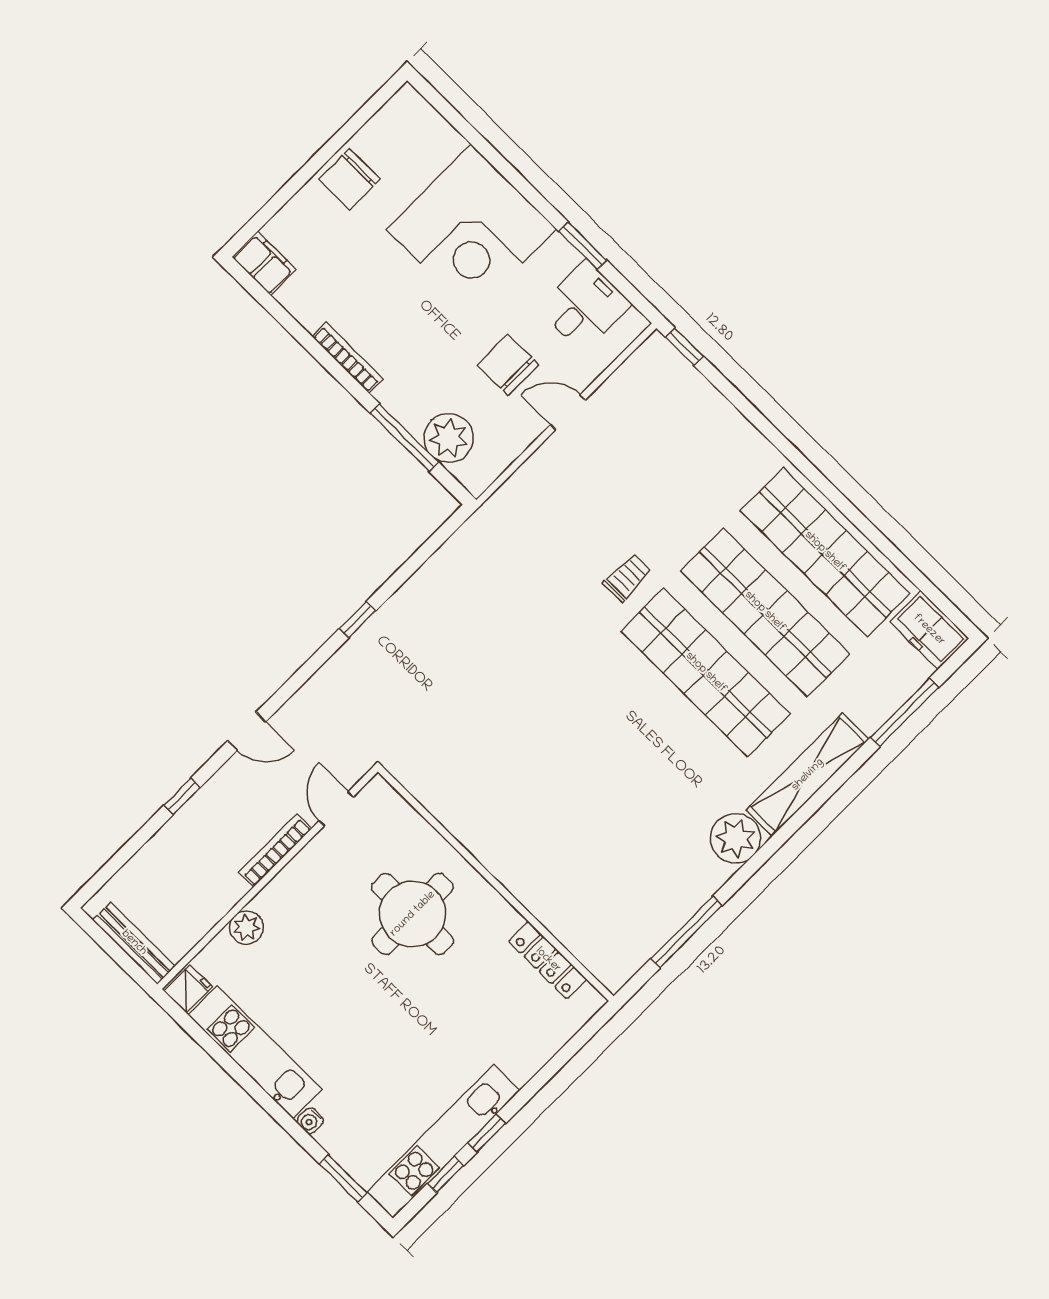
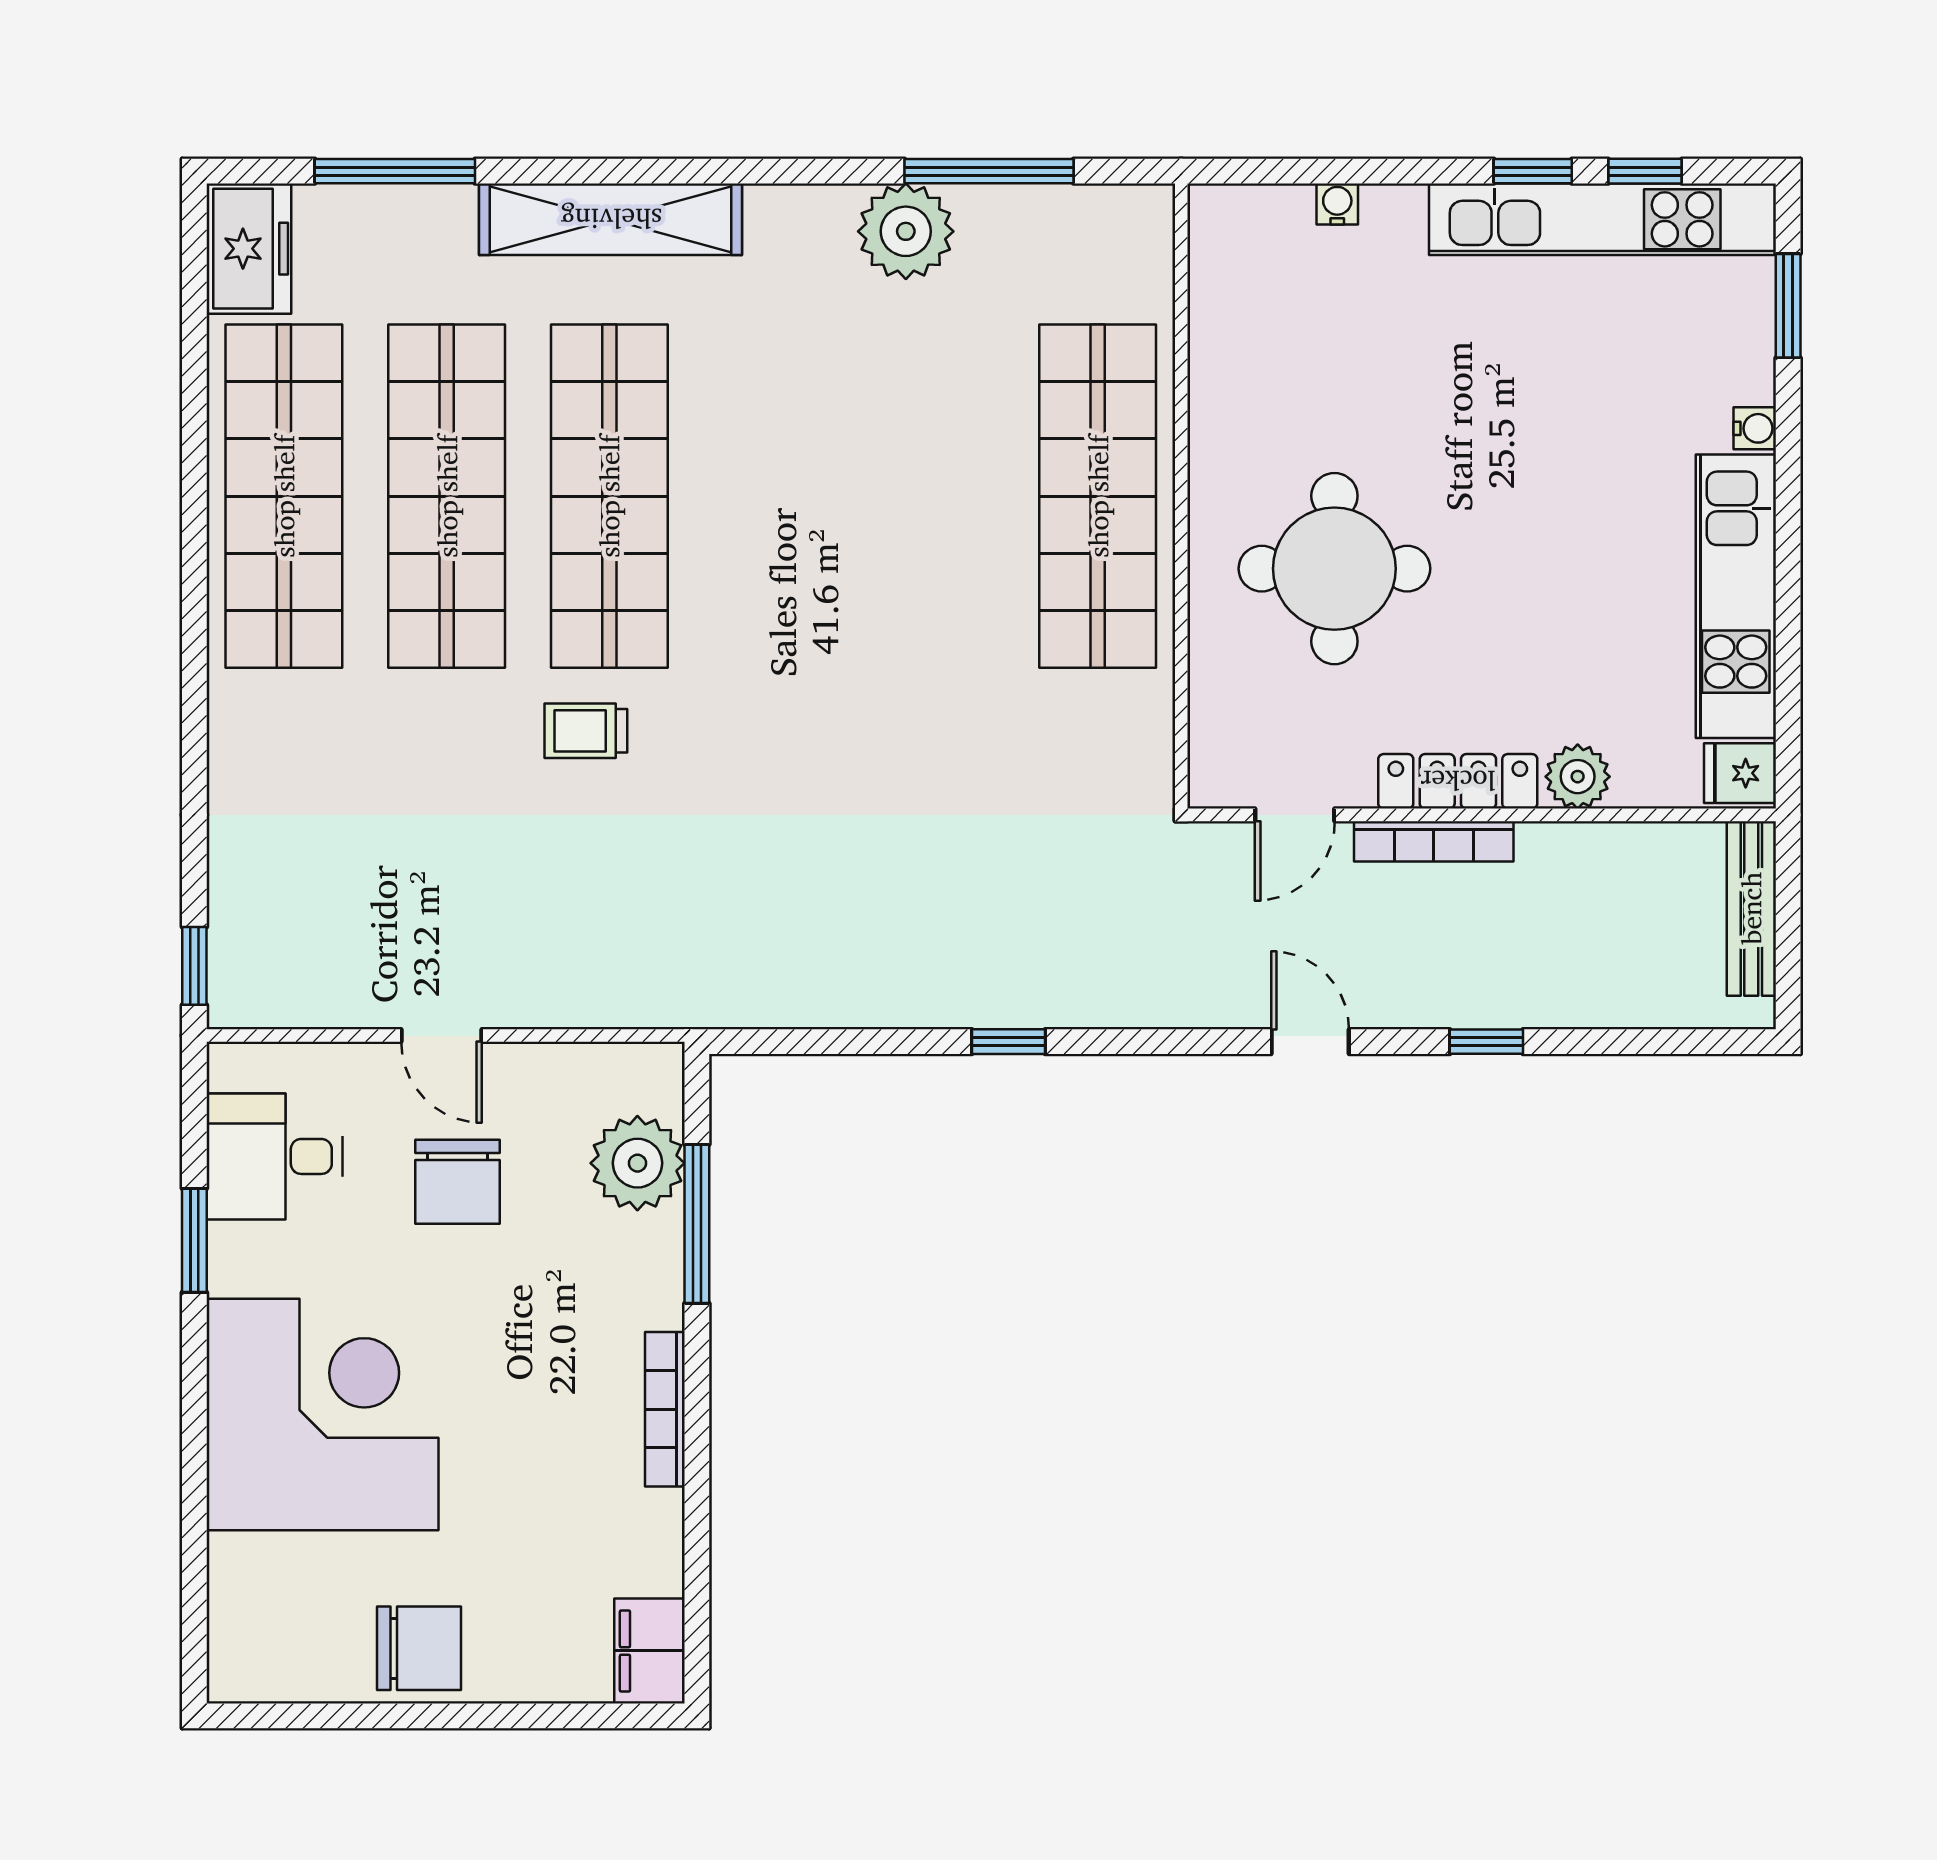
plant: (736, 838) -> (906, 231), moved
shop shelf: (526, 853) -> (1098, 496), added
locker: (548, 960) -> (1458, 781), moved, turned -90
water cooler: (546, 1049) -> (1337, 204), added

